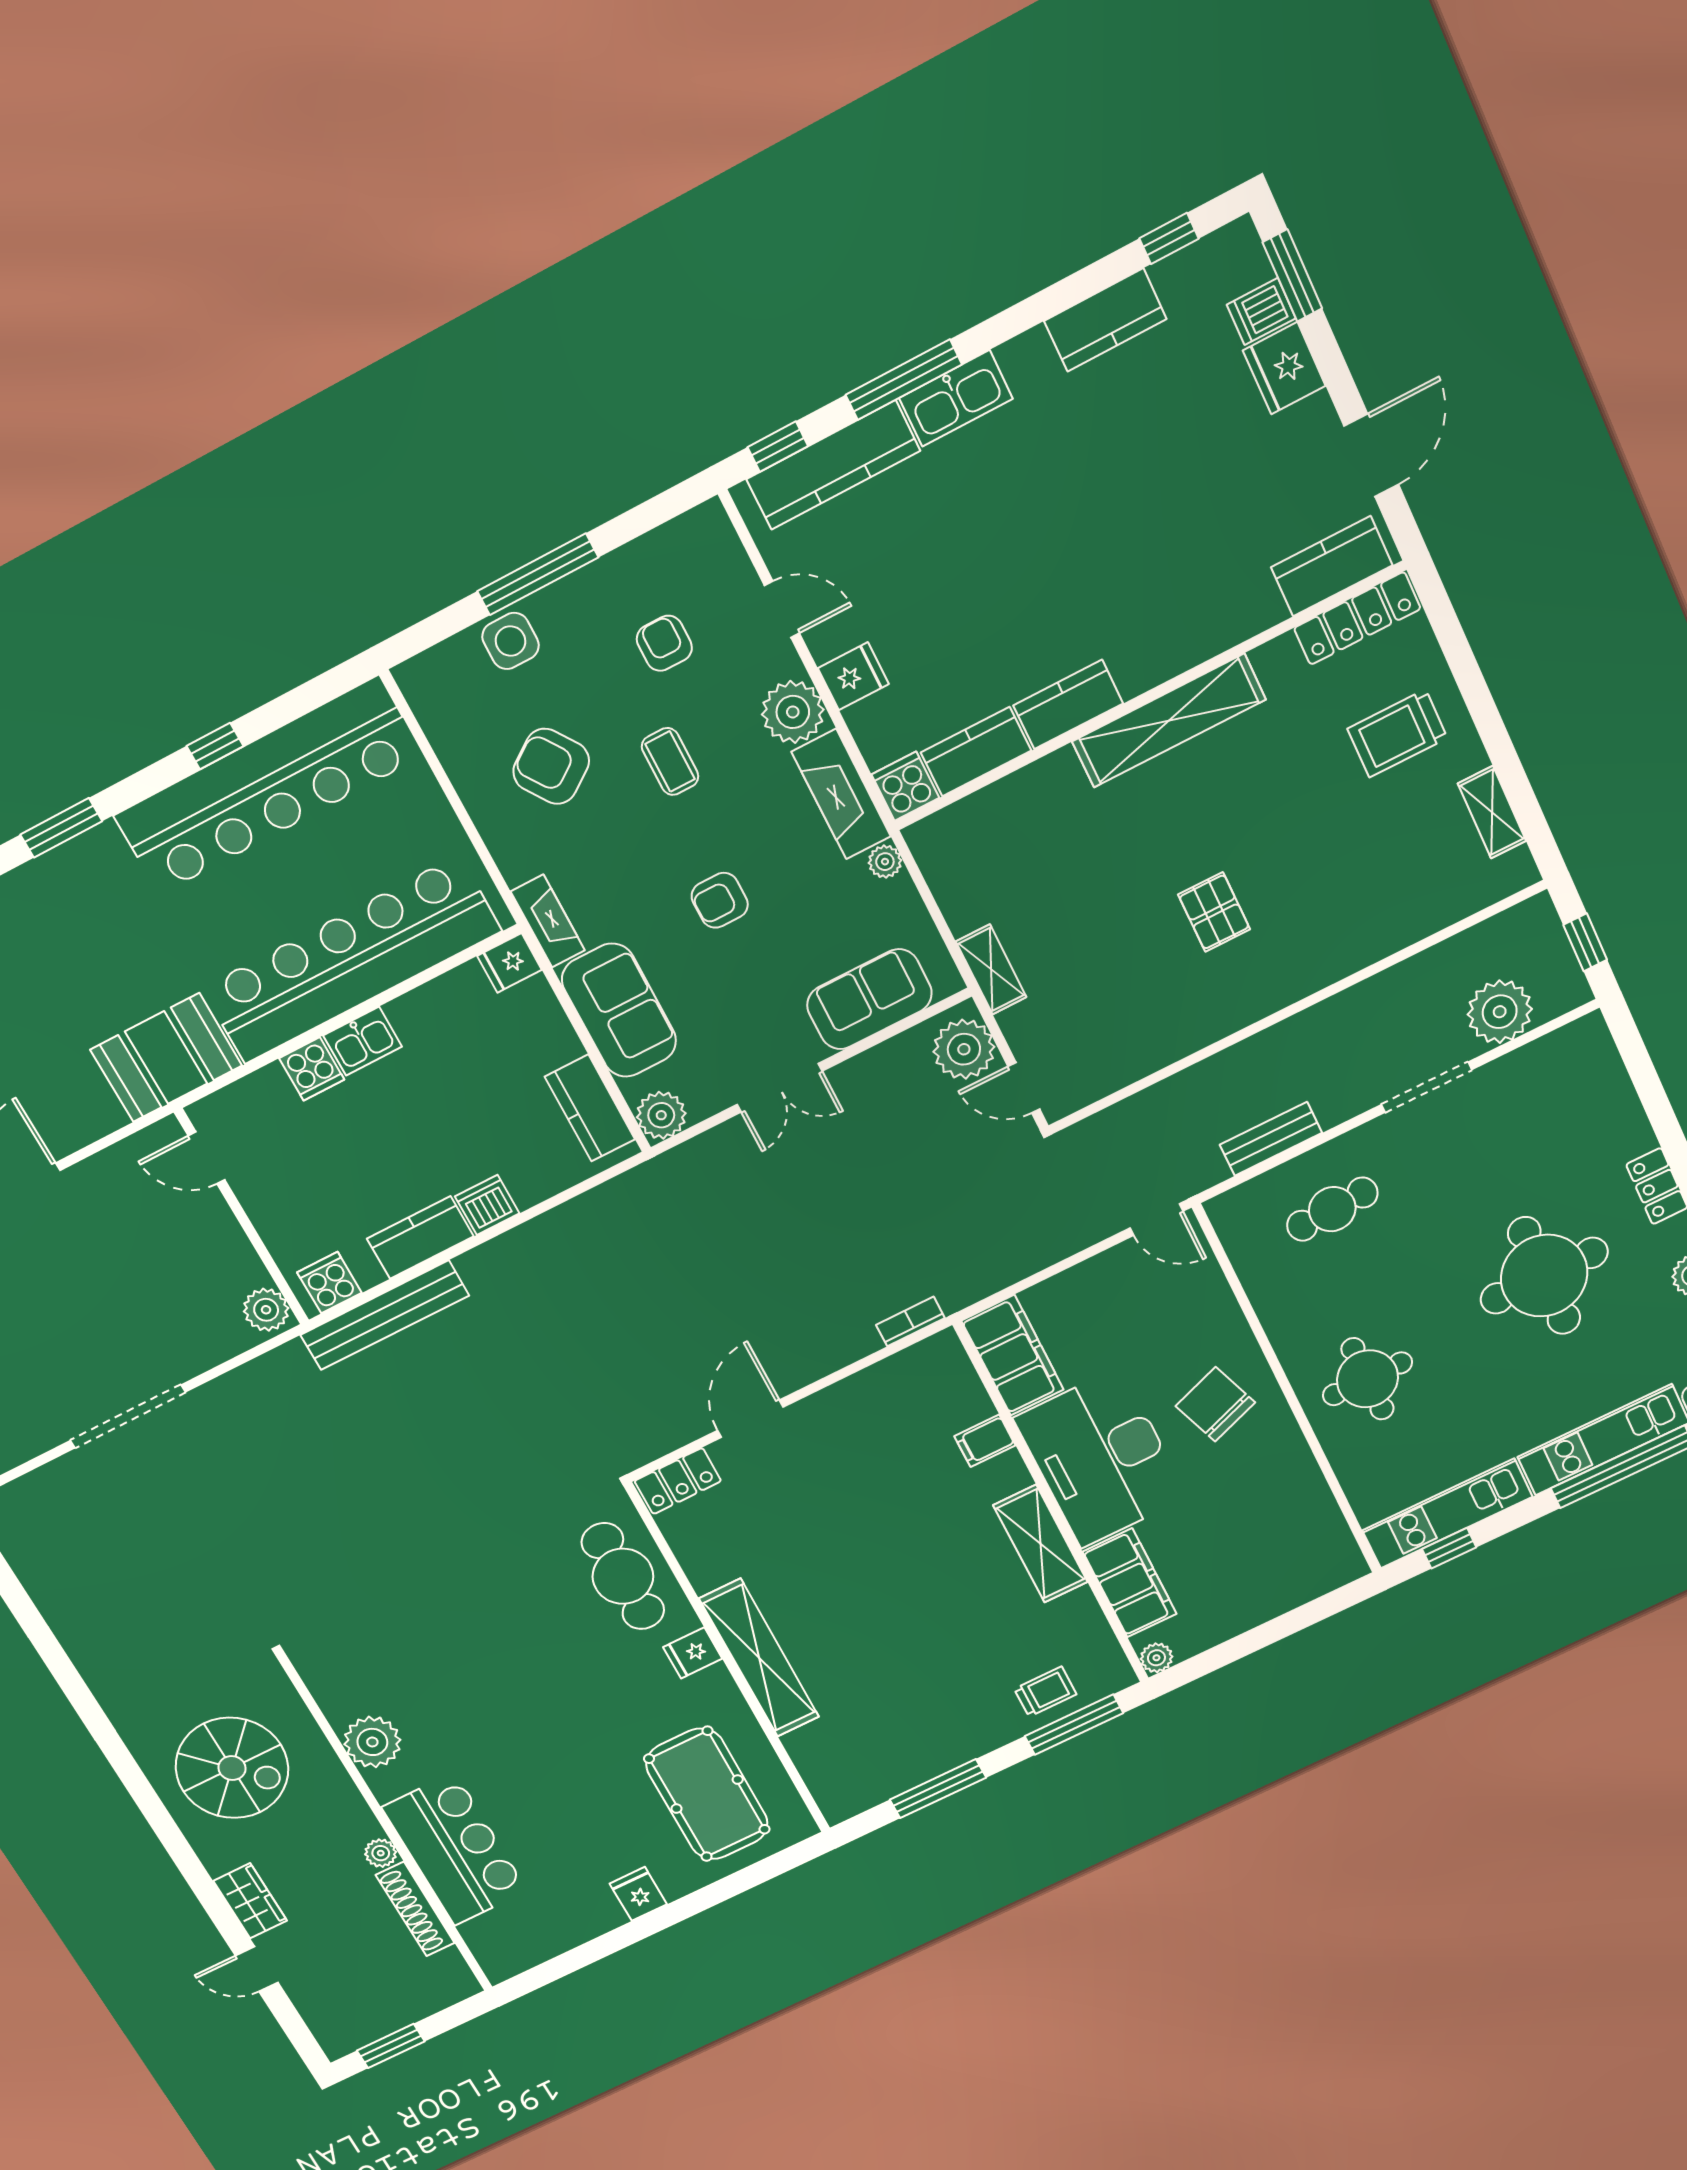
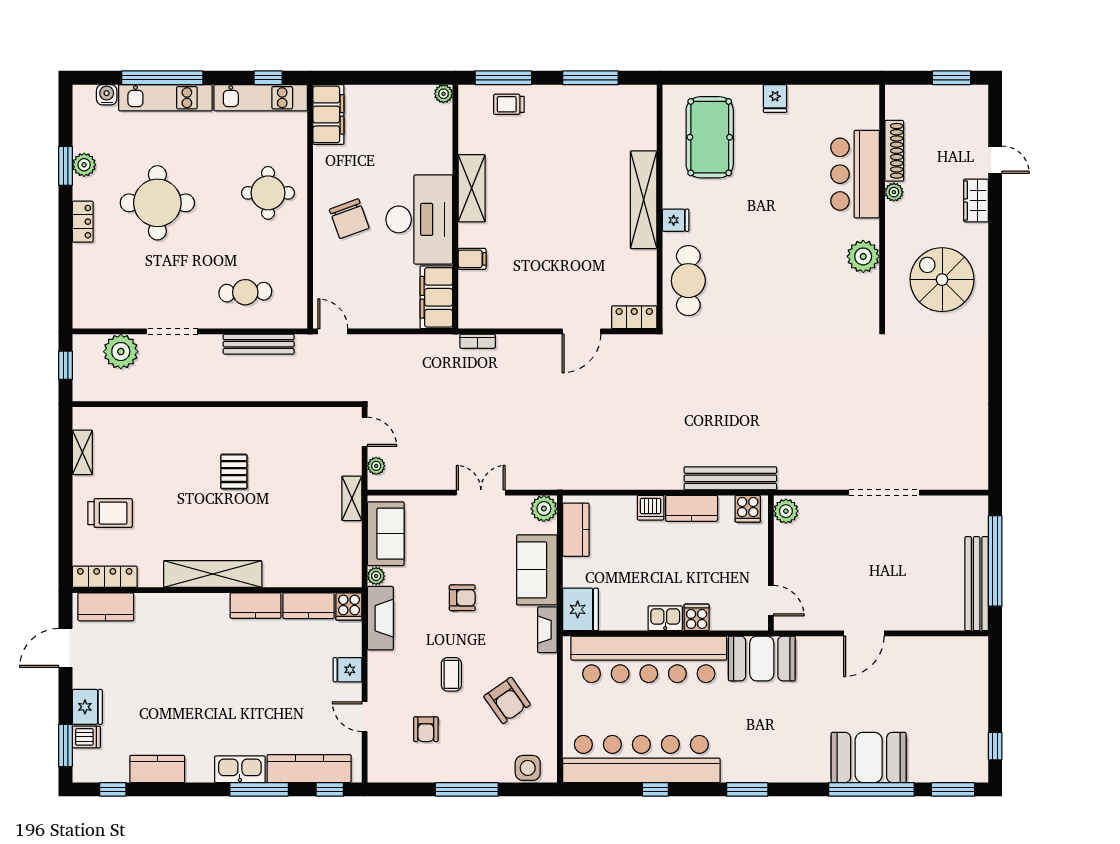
side table: (511, 641) -> (528, 768), moved
plant: (793, 712) -> (383, 668), removed
fridge: (509, 963) -> (580, 609), width x1.88, depth x1.34
sofa: (869, 999) -> (386, 534), moved, turned -90
plant: (964, 1049) -> (376, 466), width x0.53, depth x0.53
bench: (1271, 1139) -> (259, 344), width x1.36
filing cabinet: (1130, 1583) -> (328, 114), moved, turned 180

